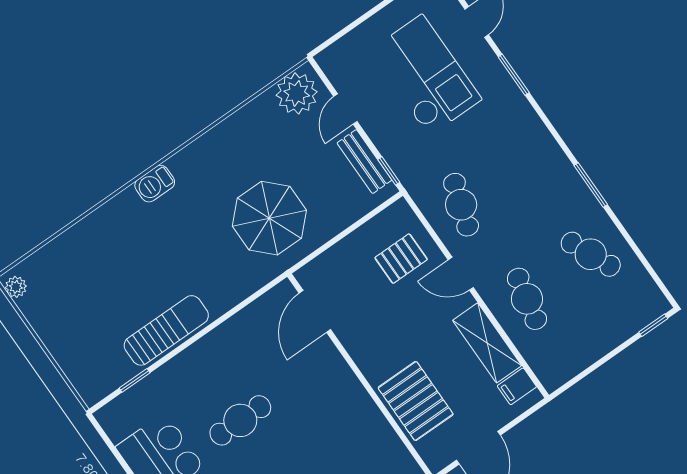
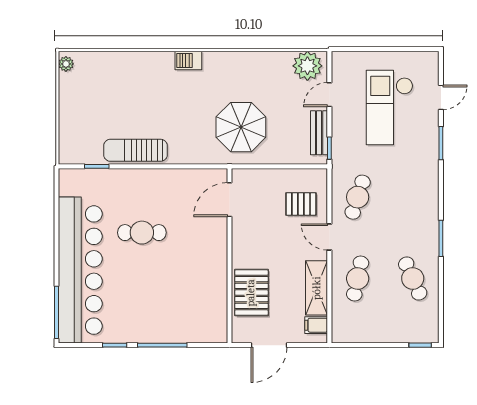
checkout: (425, 75) -> (390, 107), turned 180
sun lounger: (166, 330) -> (135, 150), turned 180

